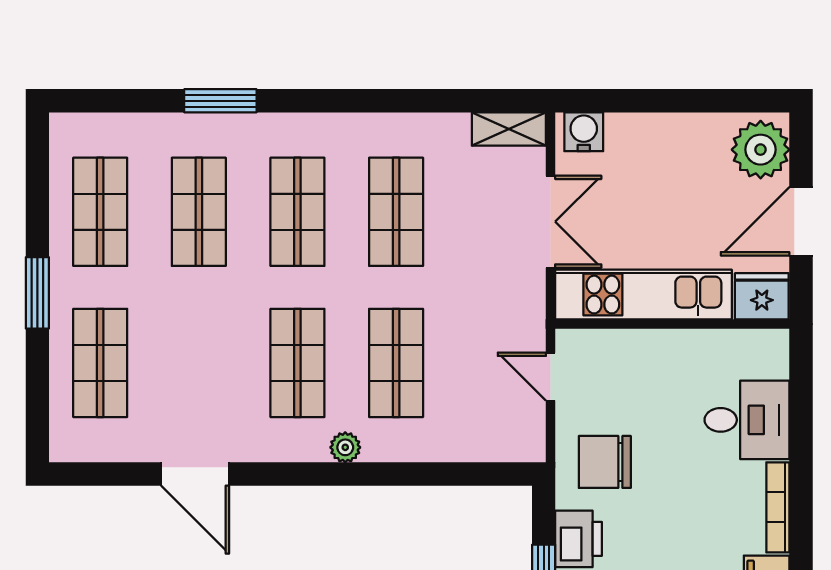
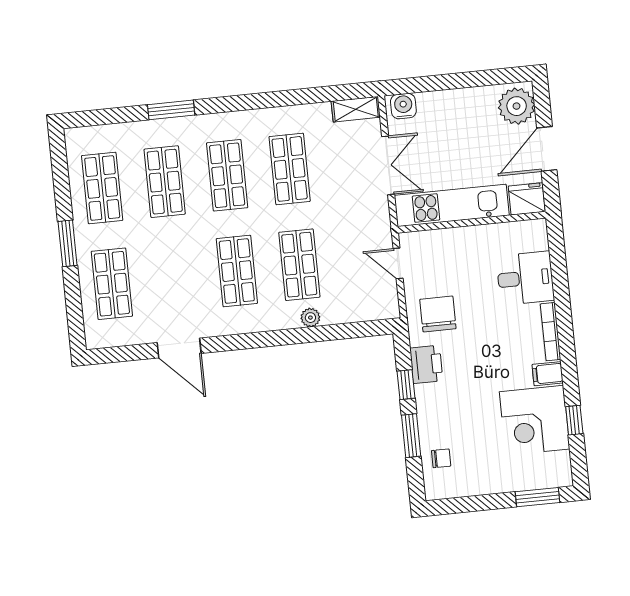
plant: (345, 447) -> (310, 318), moved
chair: (605, 462) -> (438, 314), turned 90

